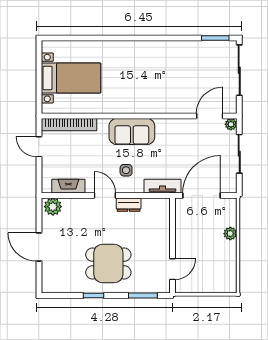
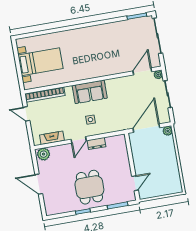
tv unit: (162, 186) -> (118, 126), removed
door: (105, 195) -> (79, 140), swing flipped
plant: (230, 234) -> (168, 131), moved
dining table: (108, 263) -> (89, 187), turned 90

